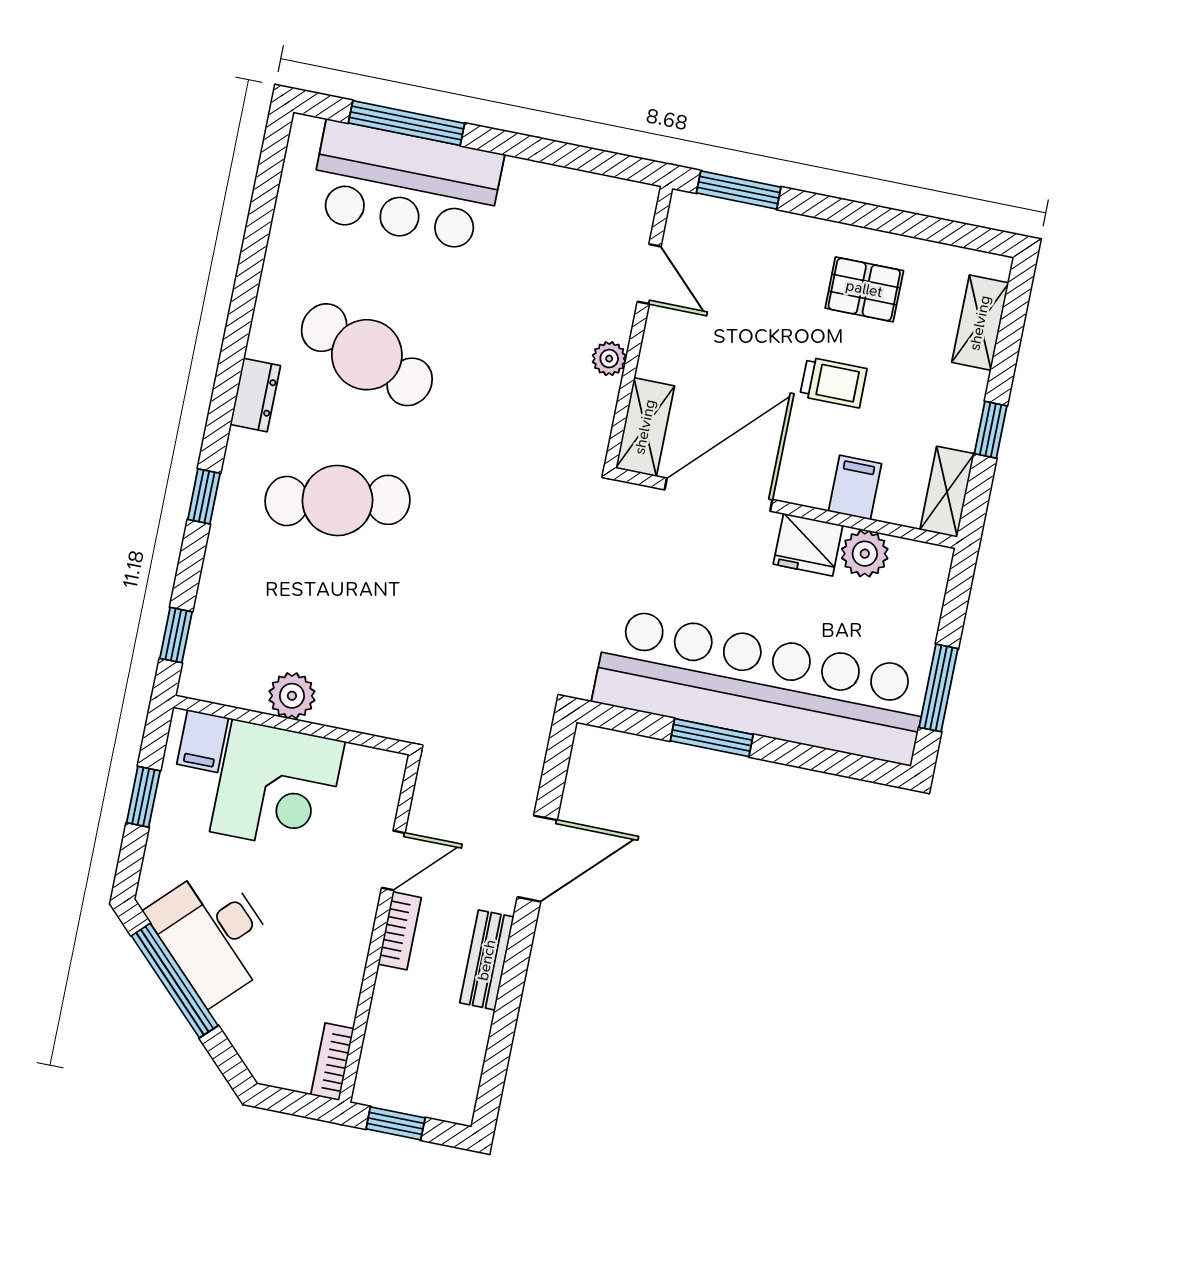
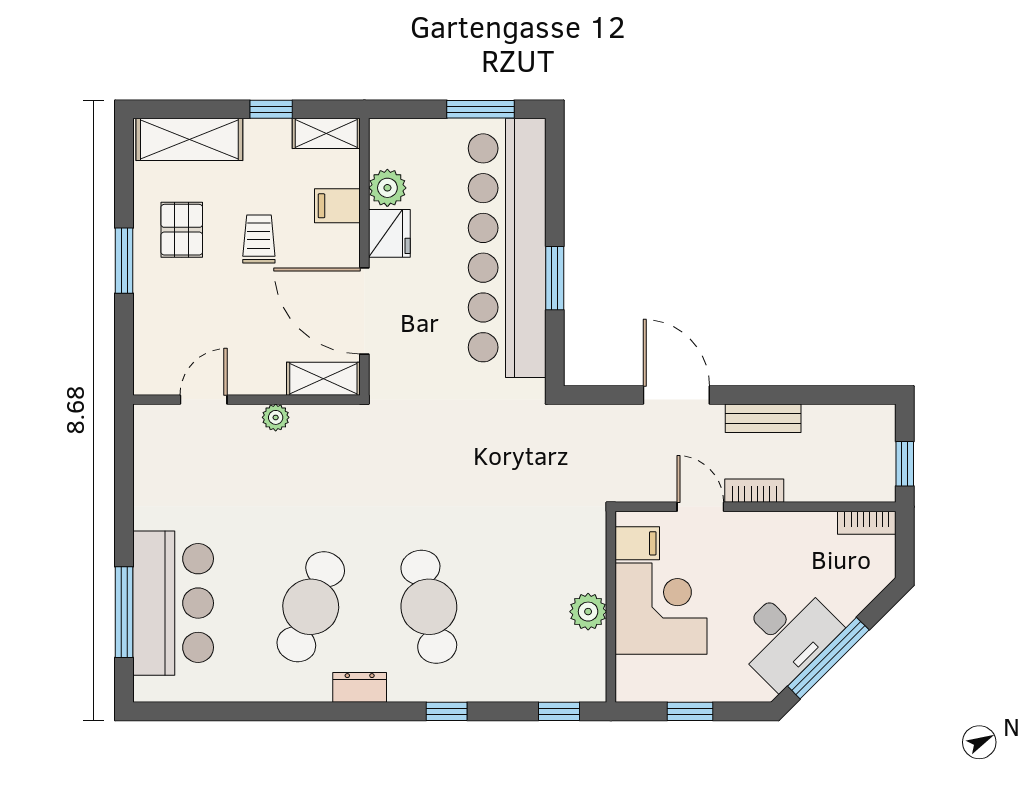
window: (739, 190) -> (124, 261), moved
shelving: (980, 323) -> (189, 139), width x1.50, depth x1.33
filing cabinet: (203, 741) -> (637, 543), moved

